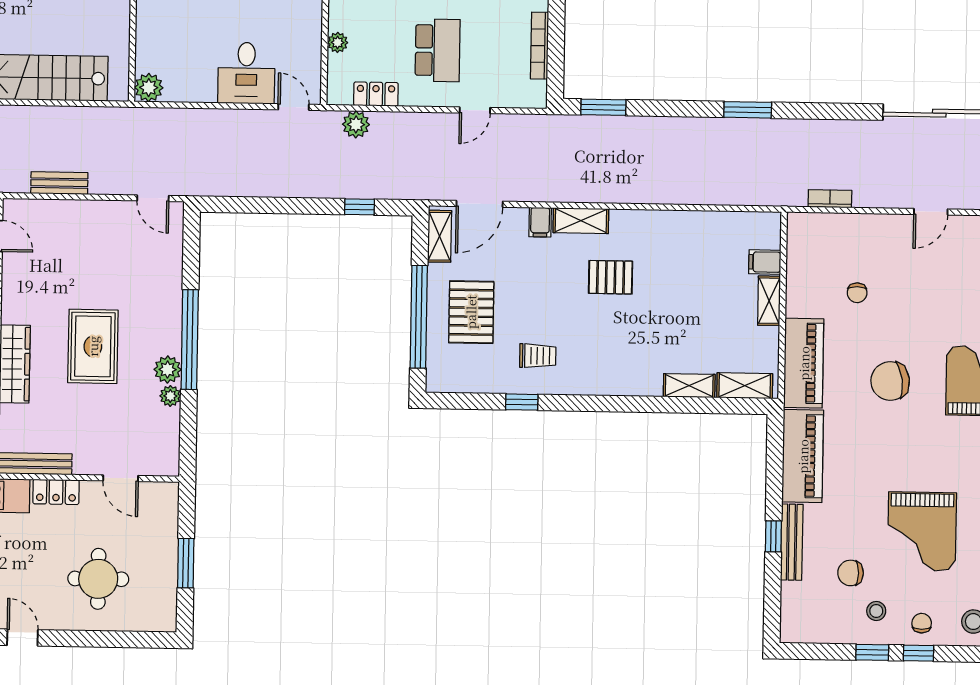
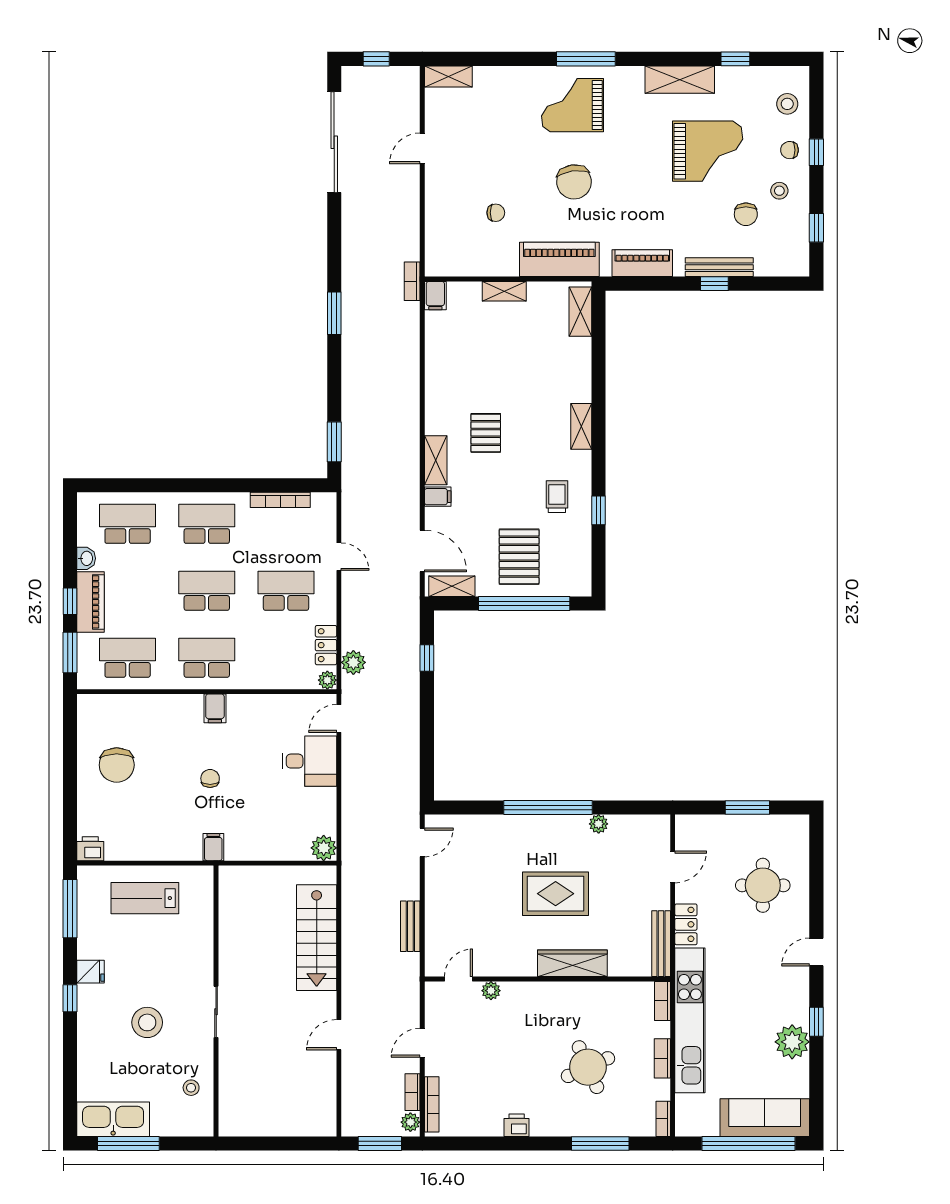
plant: (338, 42) -> (327, 680), moved
bookcase: (830, 199) -> (412, 281), moved
door: (931, 212) -> (422, 148), swing flipped
filing cabinet: (765, 262) -> (435, 296), moved
pallet: (471, 312) -> (519, 557), turned 90
plant: (168, 369) -> (575, 827), removed
shelving: (689, 386) -> (581, 426), moved
piano: (803, 456) -> (642, 263), width x0.73, depth x0.75
window: (872, 652) -> (816, 228), moved

